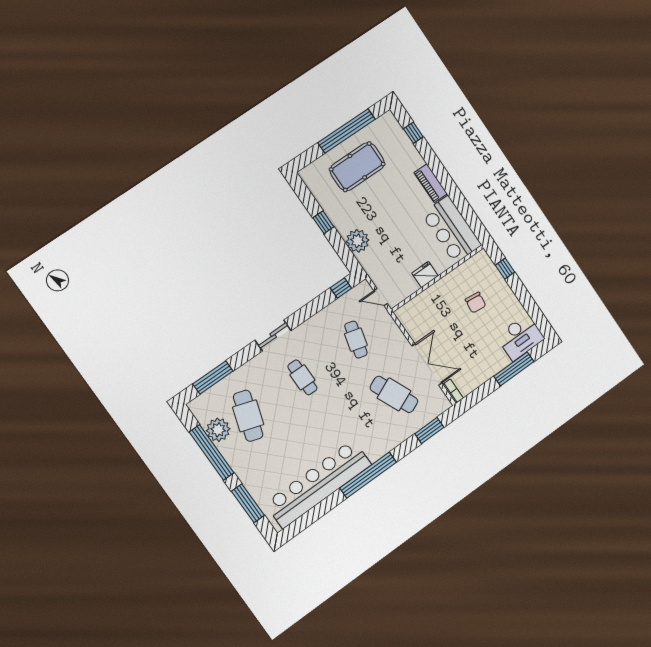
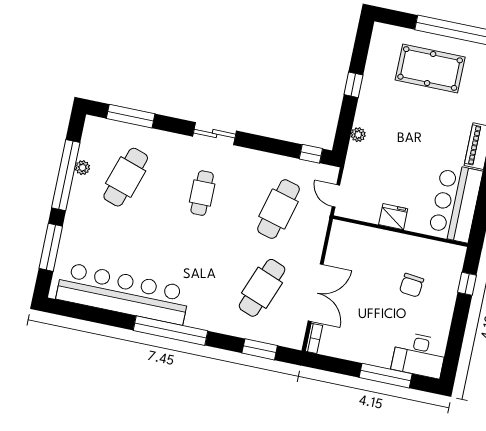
plant: (358, 241) -> (358, 135), width x0.53, depth x0.53
cafe table: (356, 340) -> (279, 209), width x1.37, depth x1.35
cafe table: (394, 394) -> (262, 288), turned 45
plant: (218, 430) -> (82, 168), width x0.53, depth x0.53

